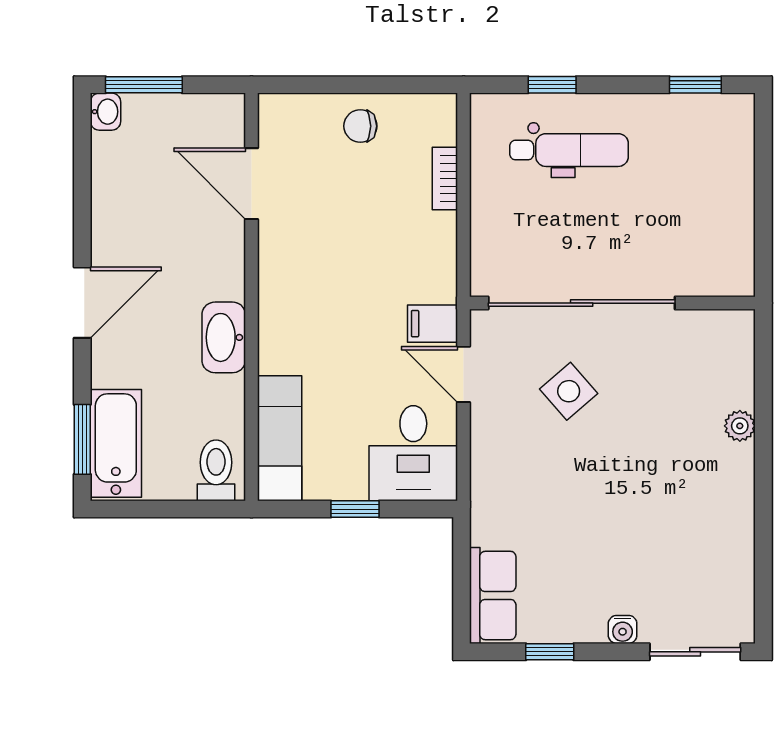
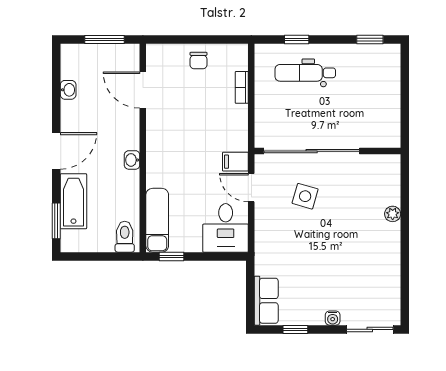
window: (144, 85) -> (105, 39), moved
washbasin: (105, 112) -> (68, 90), moved
chair: (360, 126) -> (199, 61), turned -90
dental chair: (569, 150) -> (305, 73), turned 180
washbasin: (224, 337) -> (132, 160), width x0.52, depth x0.69
side table: (569, 391) -> (305, 196), turned -33
bathtub: (116, 443) -> (73, 201), moved
window: (355, 509) -> (171, 256), moved

